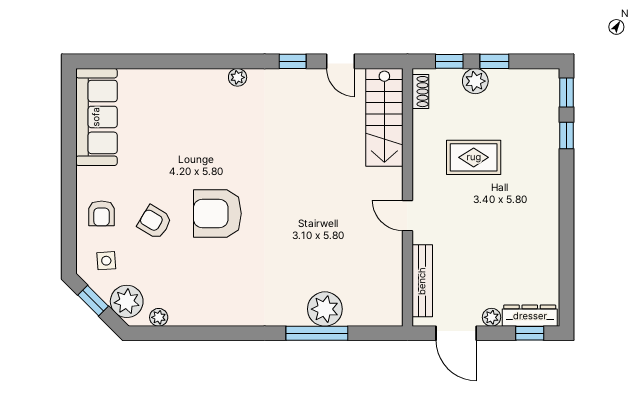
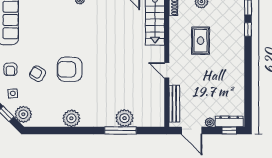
rug: (474, 157) -> (201, 41), turned 90
plant: (159, 317) -> (71, 118), moved, width x1.88, depth x1.88

